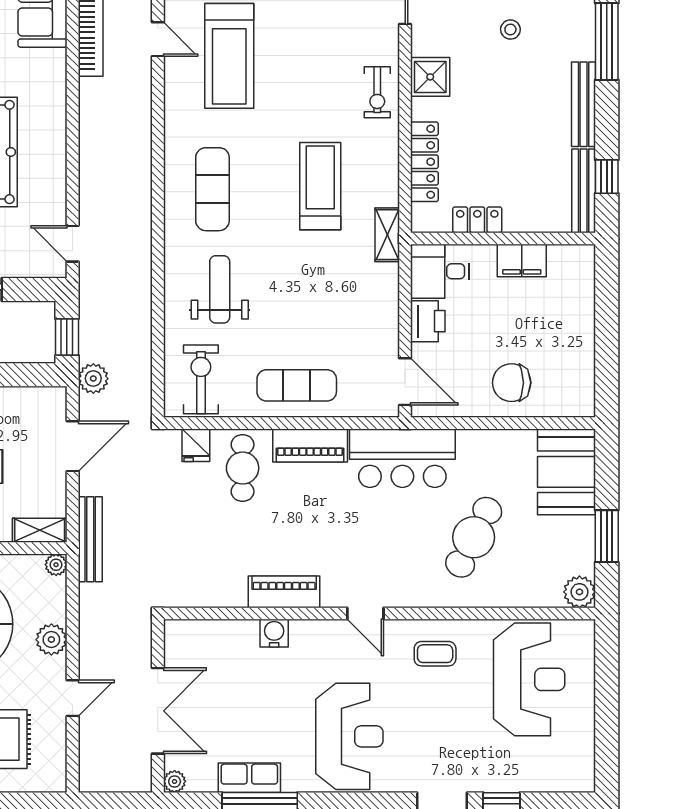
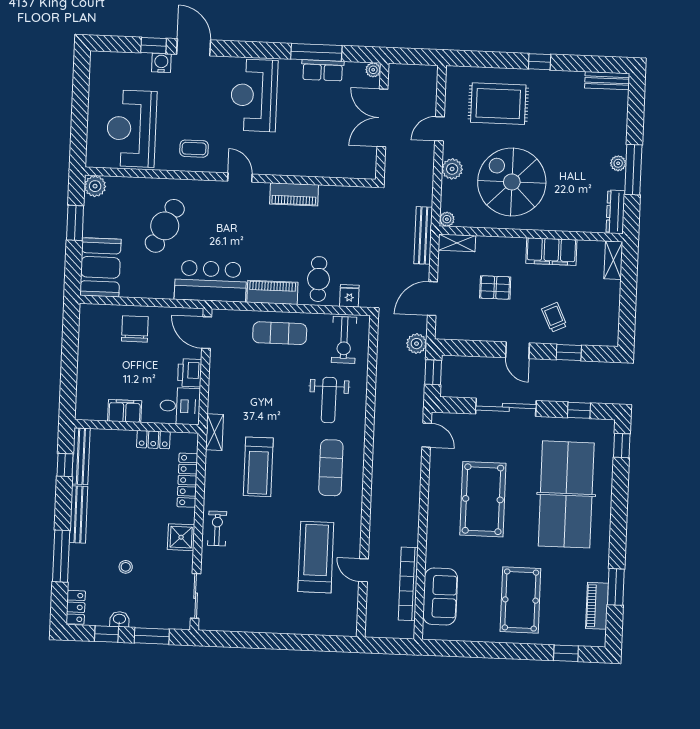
chair: (512, 383) -> (135, 329), turned -90
water cooler: (274, 633) -> (161, 63), moved, turned 180

